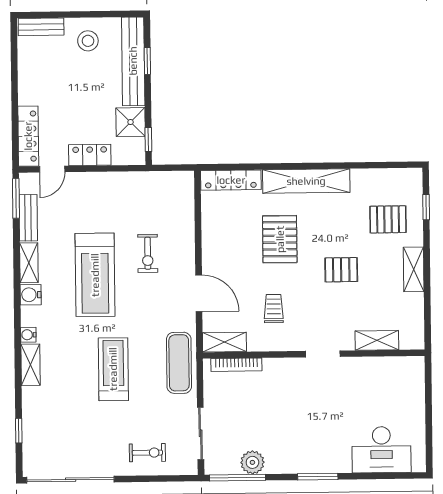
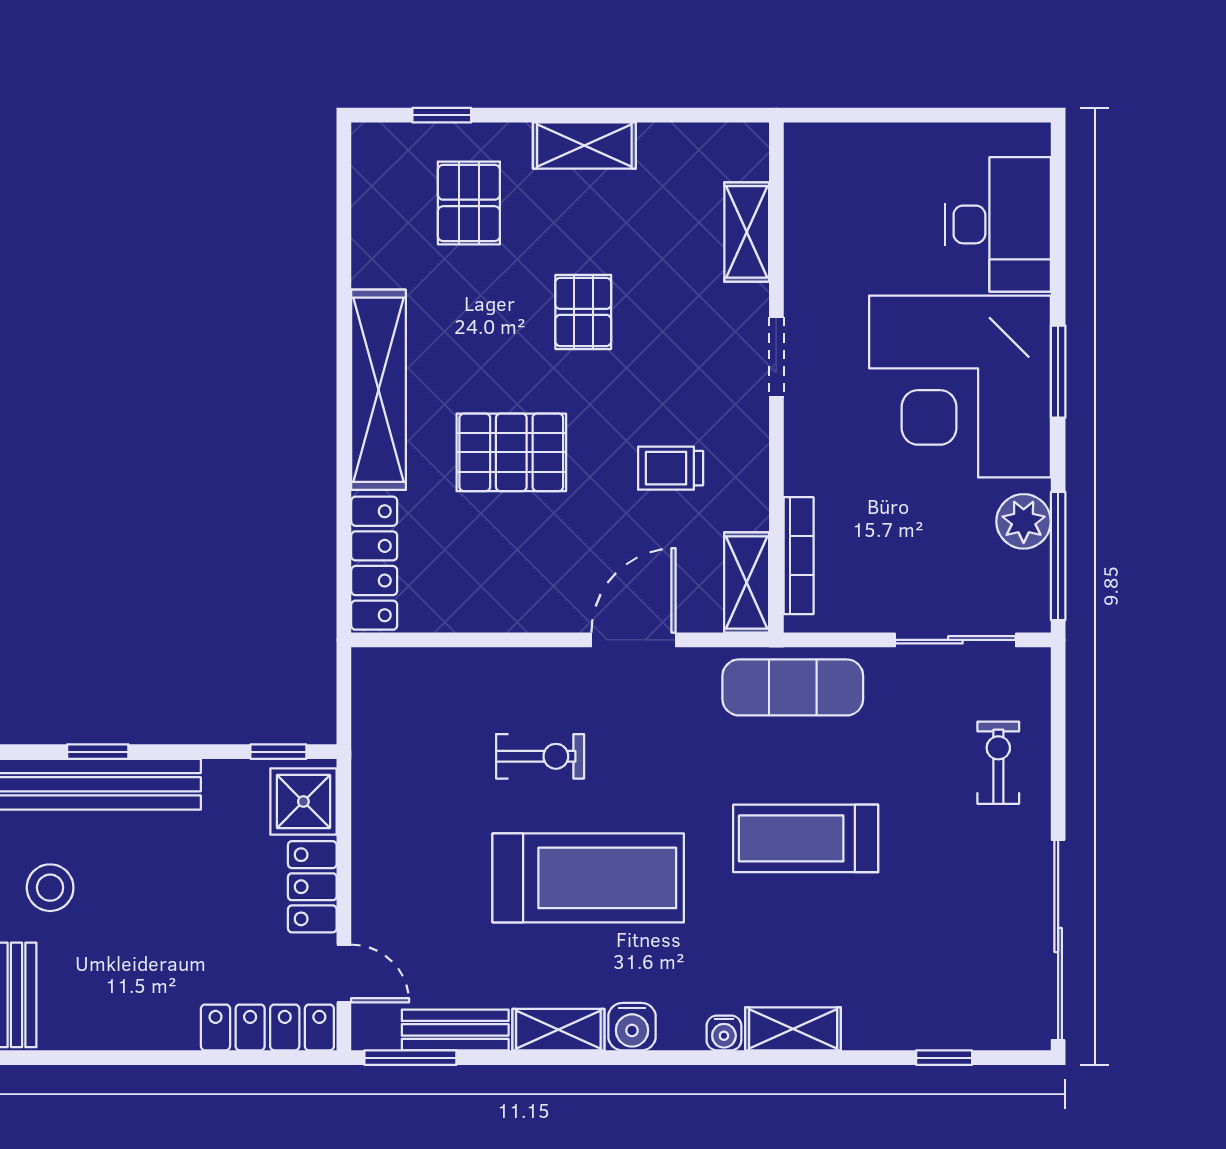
shower: (131, 122) -> (303, 802), moved
corner desk: (311, 434) -> (960, 387), added

